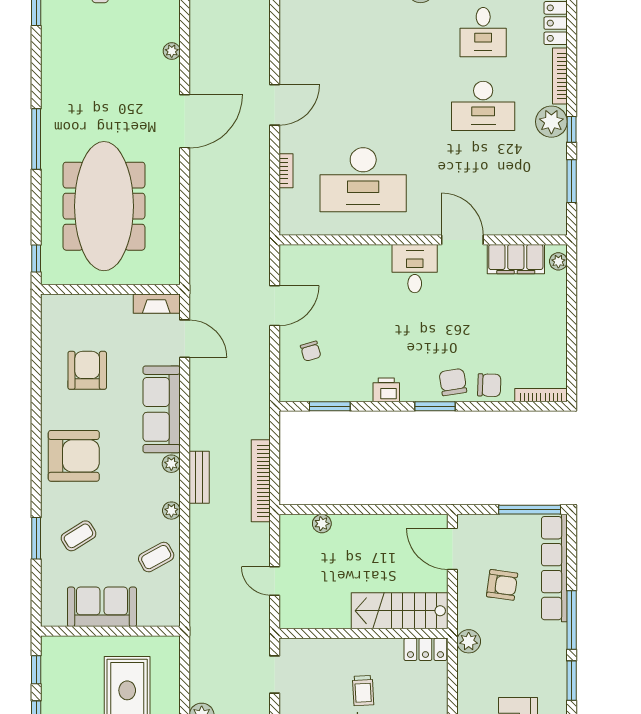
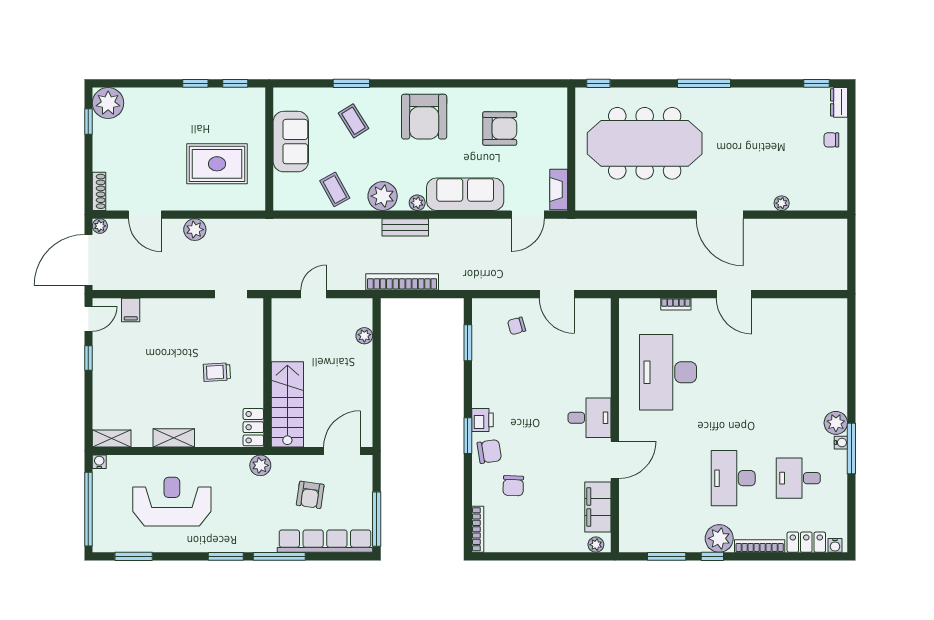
chair: (489, 385) -> (513, 486), moved
printer: (386, 390) -> (482, 420), moved
plant: (171, 511) -> (383, 196), width x1.88, depth x1.88

